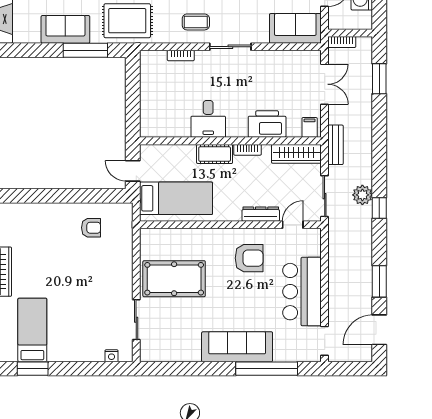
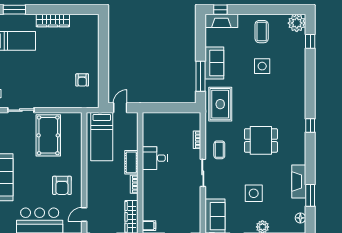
printer: (267, 124) -> (151, 197), removed
dresser: (261, 214) -> (91, 193), removed
door: (293, 225) -> (84, 214), swing flipped

